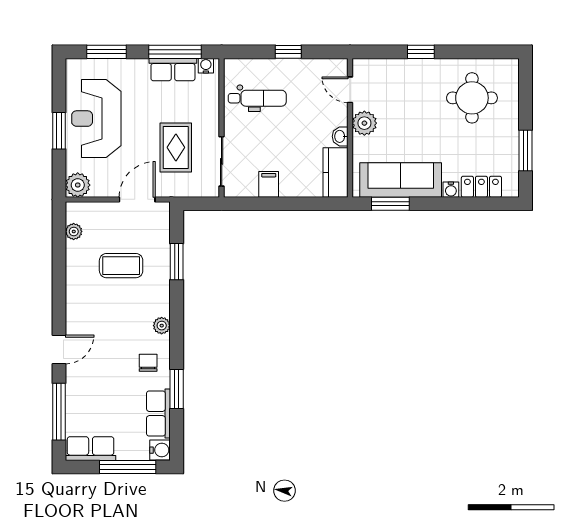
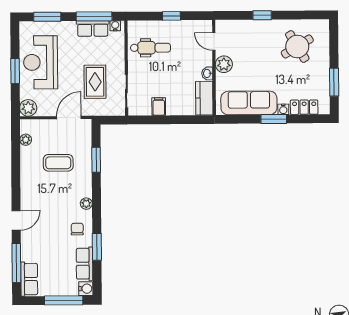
round table: (472, 98) -> (297, 46), turned -31
window: (390, 204) -> (274, 119), moved
row of seats: (91, 449) -> (29, 279), moved, turned 90

